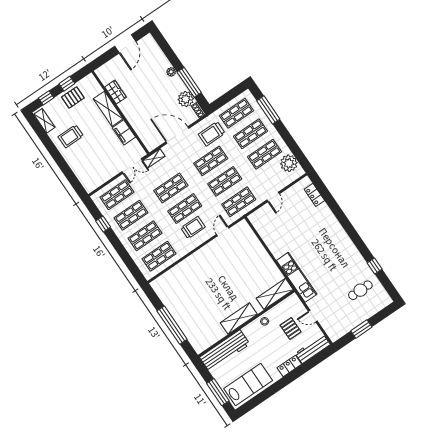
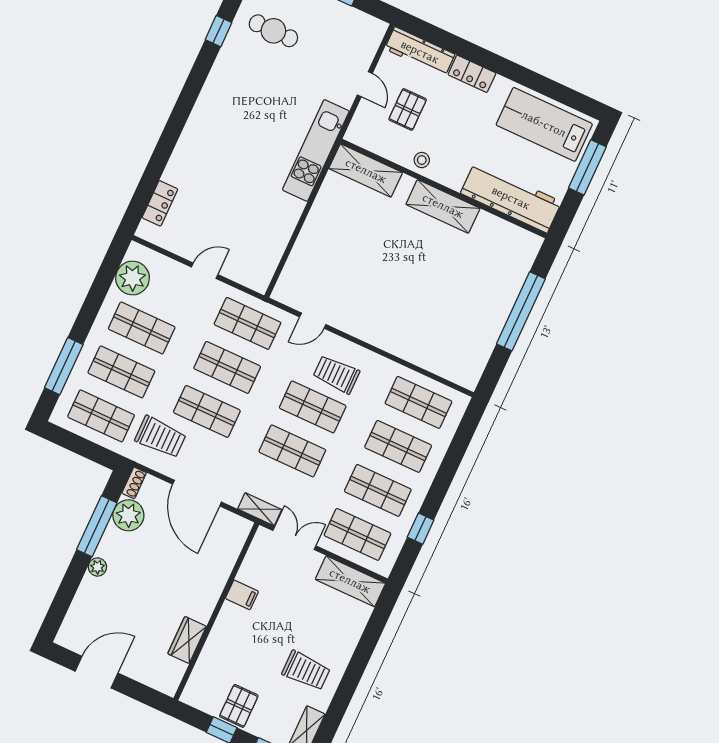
pallet: (73, 97) -> (239, 706), turned 90
shelving: (108, 109) -> (350, 581), moved, turned 90
filing cabinet: (124, 132) -> (242, 595), width x0.50

